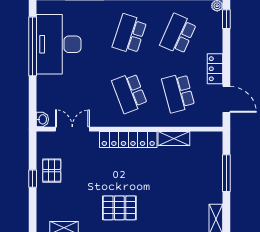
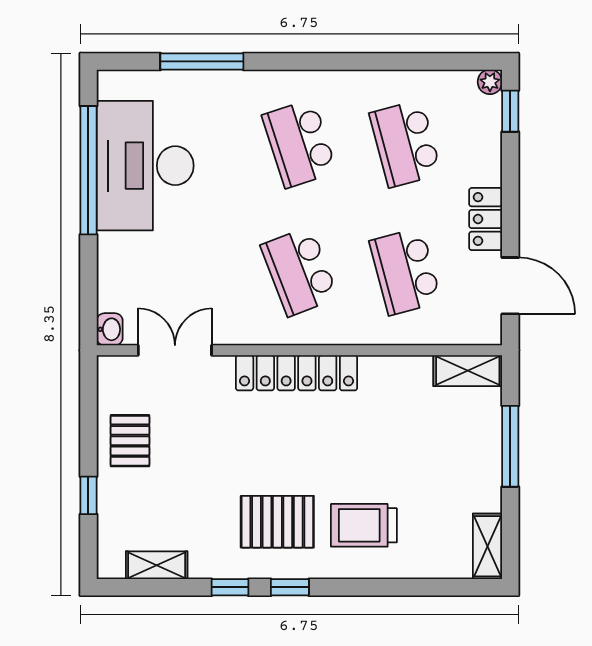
school desk: (130, 34) -> (299, 144), turned -36
school desk: (178, 34) -> (405, 144), turned -39
shelving: (174, 138) -> (468, 371), moved
window: (33, 179) -> (88, 495), moved
trolley: (159, 209) -> (364, 525), added

